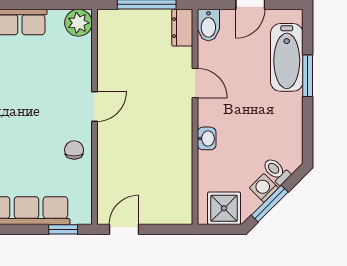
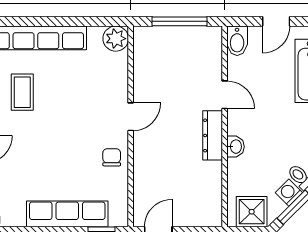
dresser: (182, 28) -> (213, 135), moved, width x1.44

